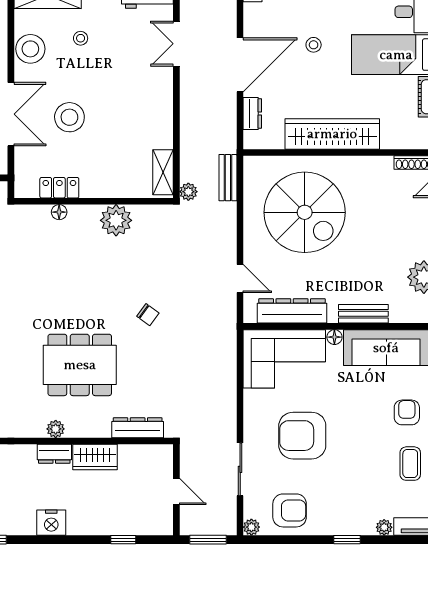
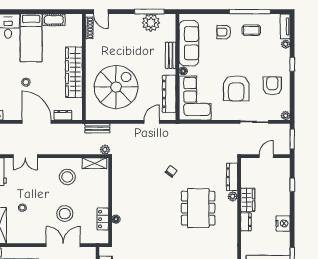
stool: (30, 49) -> (67, 177), moved
plant: (116, 220) -> (120, 189), removed
plant: (56, 429) -> (233, 196), moved
armchair: (290, 510) -> (272, 86), moved

